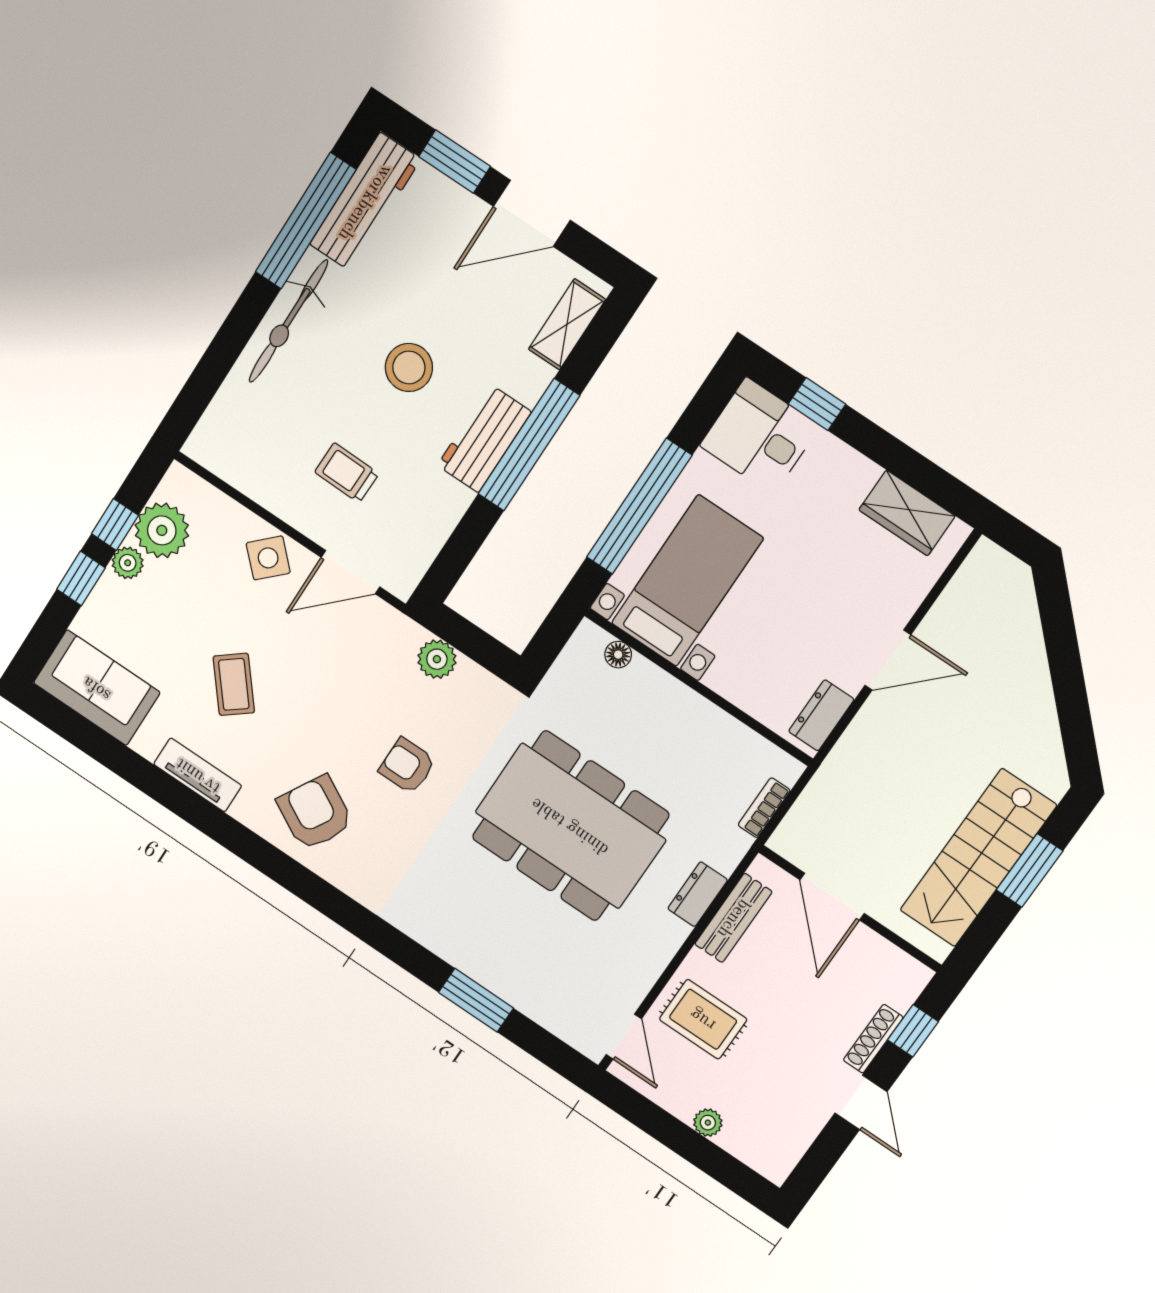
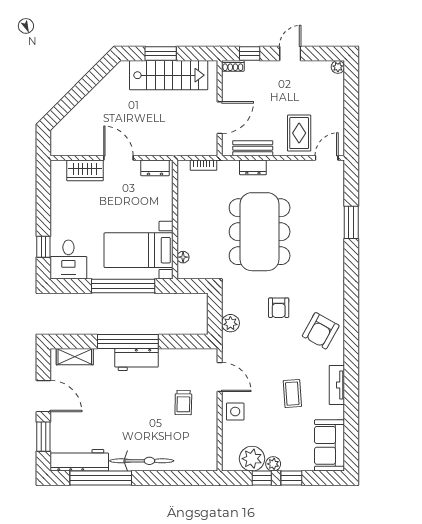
stool: (409, 368) -> (129, 405), removed
wardrobe: (907, 513) -> (85, 170), moved, turned 90
side table: (268, 558) -> (235, 412), turned 45
coffee table: (234, 684) -> (292, 394), turned -55
shoe rack: (873, 1039) -> (233, 66), moved, width x0.70
plant: (708, 1123) -> (338, 67), moved

